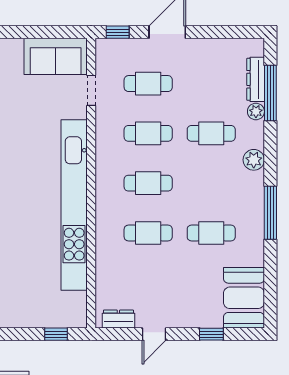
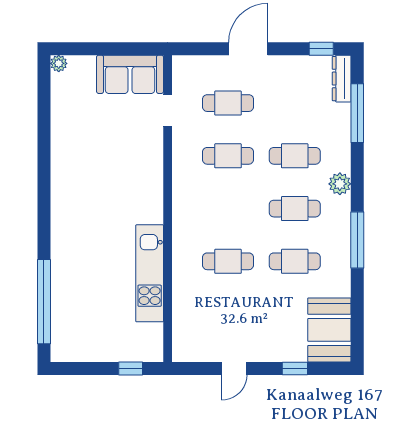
window: (118, 32) -> (321, 49), moved
dresser: (256, 79) -> (342, 79), moved
plant: (256, 112) -> (342, 133), removed
cafe table: (148, 183) -> (295, 209), moved
kitchen unit: (74, 205) -> (150, 273), width x0.54
dresser: (118, 319) -> (197, 352), removed

